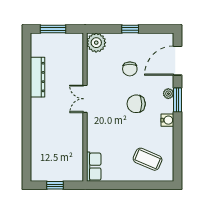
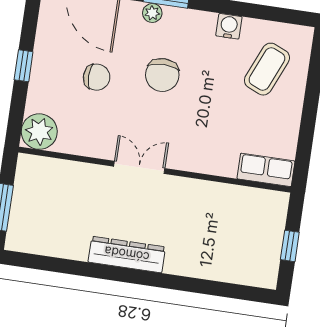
dresser: (38, 77) -> (127, 254), moved
double door: (85, 99) -> (139, 167), swing flipped
water cooler: (167, 120) -> (229, 26), moved

